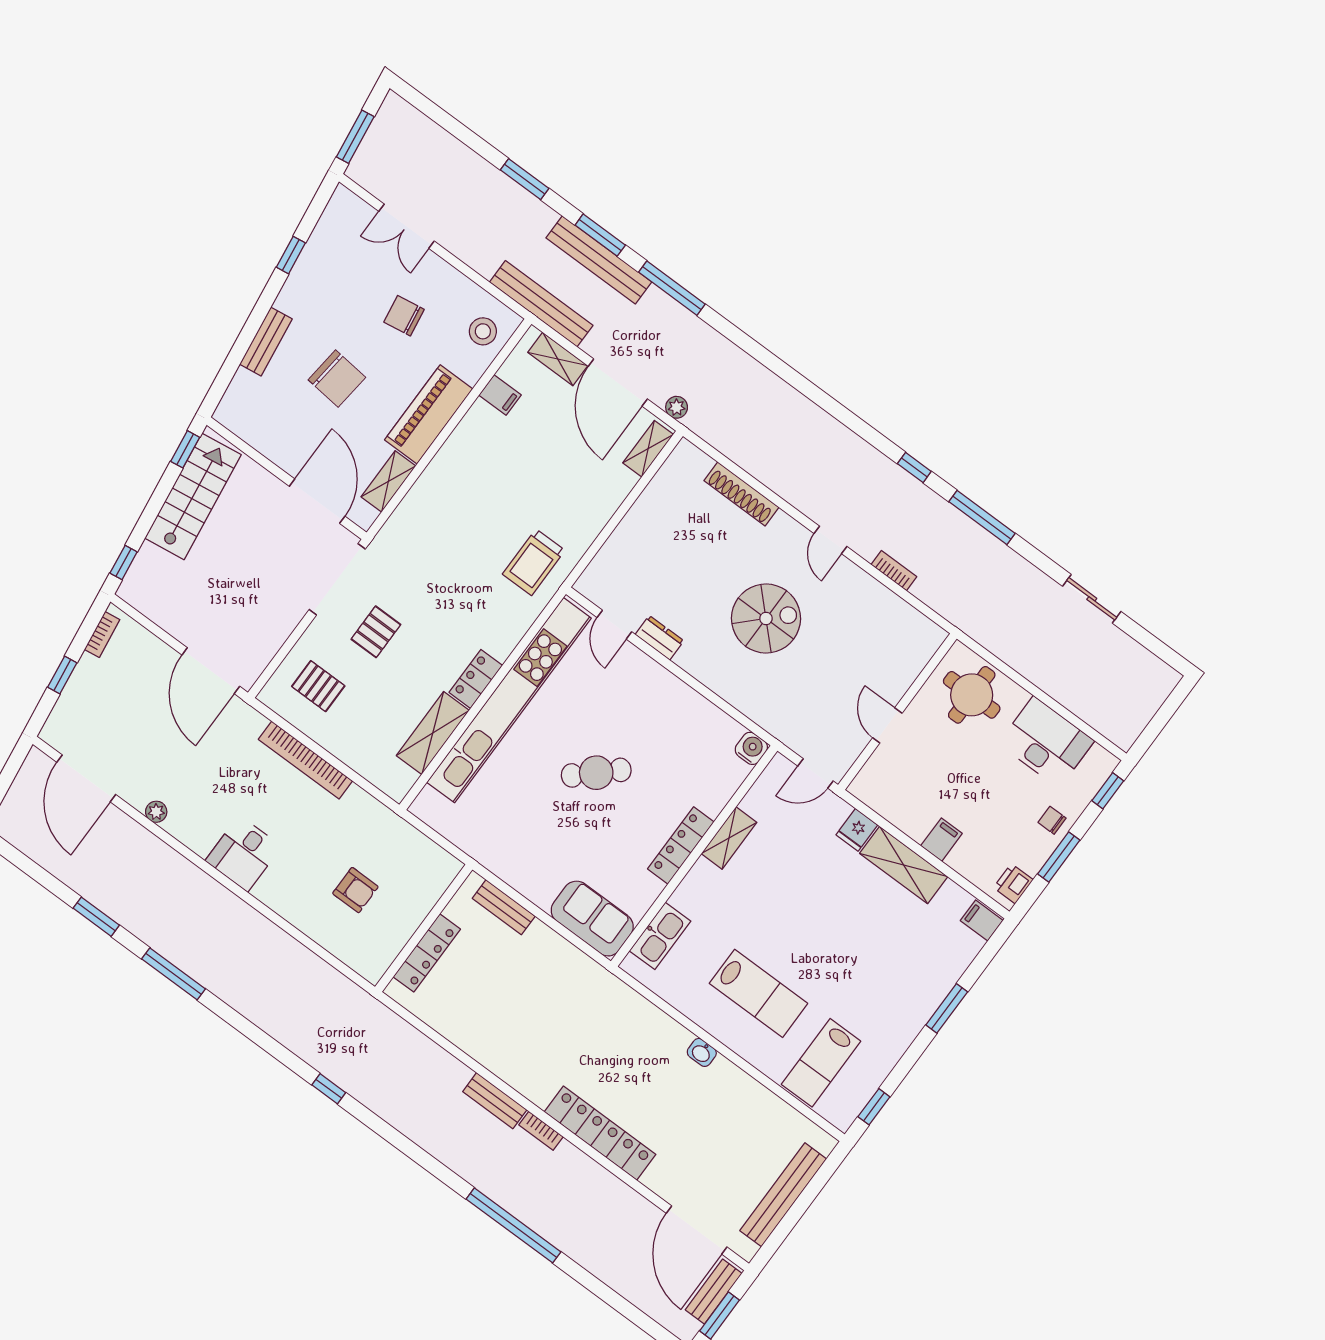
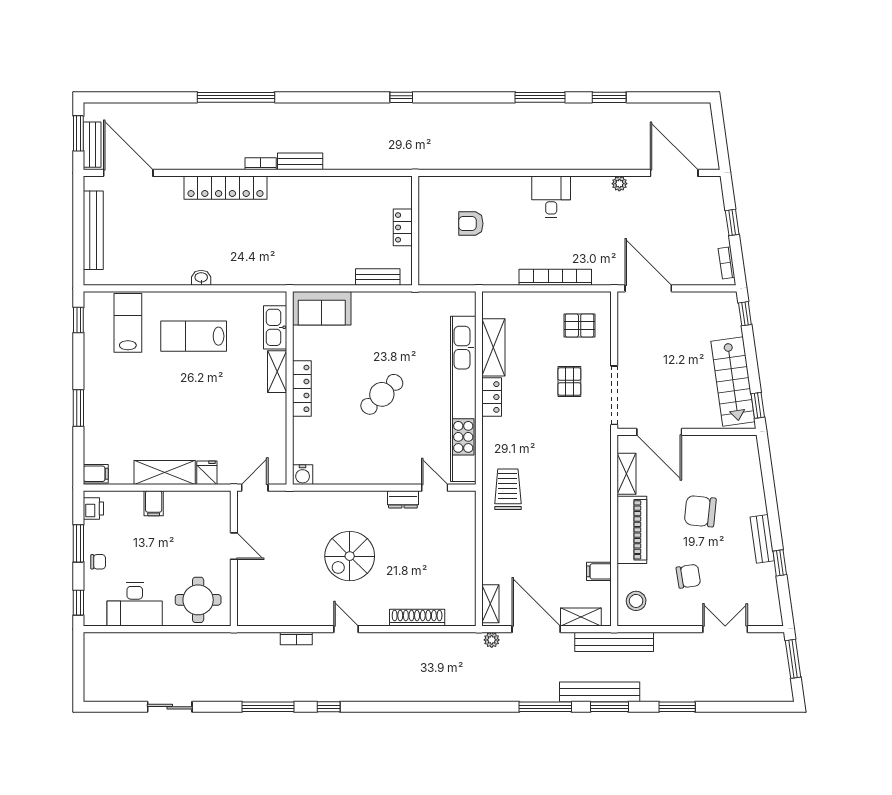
bench: (266, 342) -> (762, 539), moved
shelving: (729, 838) -> (277, 372), moved
locker: (427, 953) -> (403, 227), width x0.66

